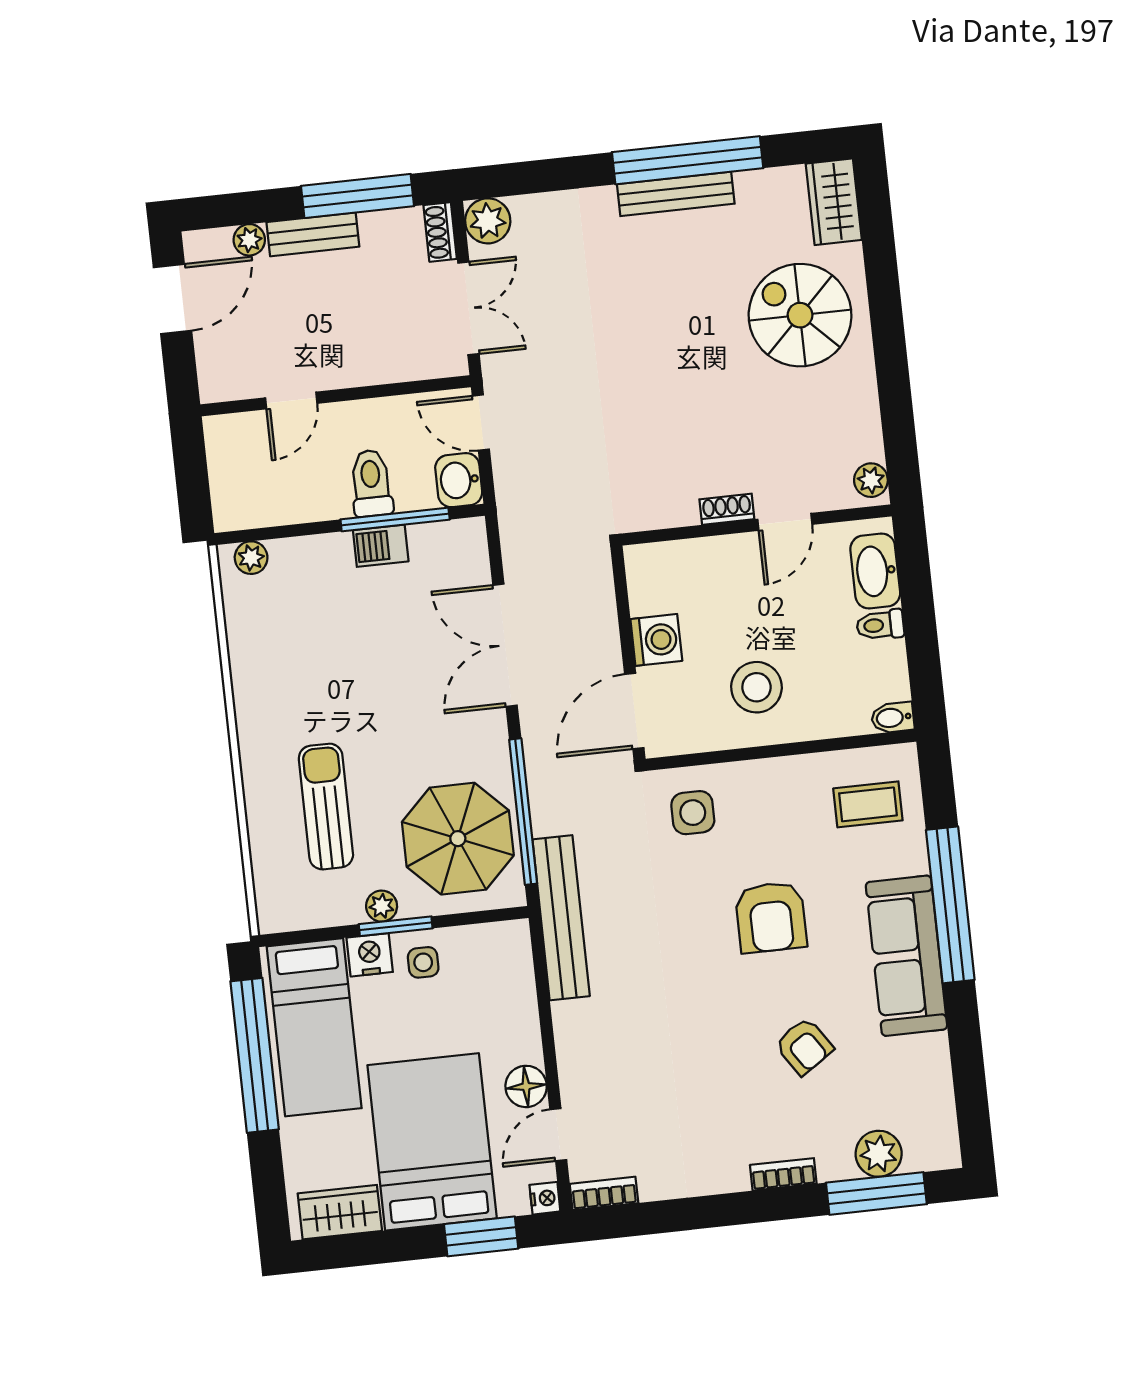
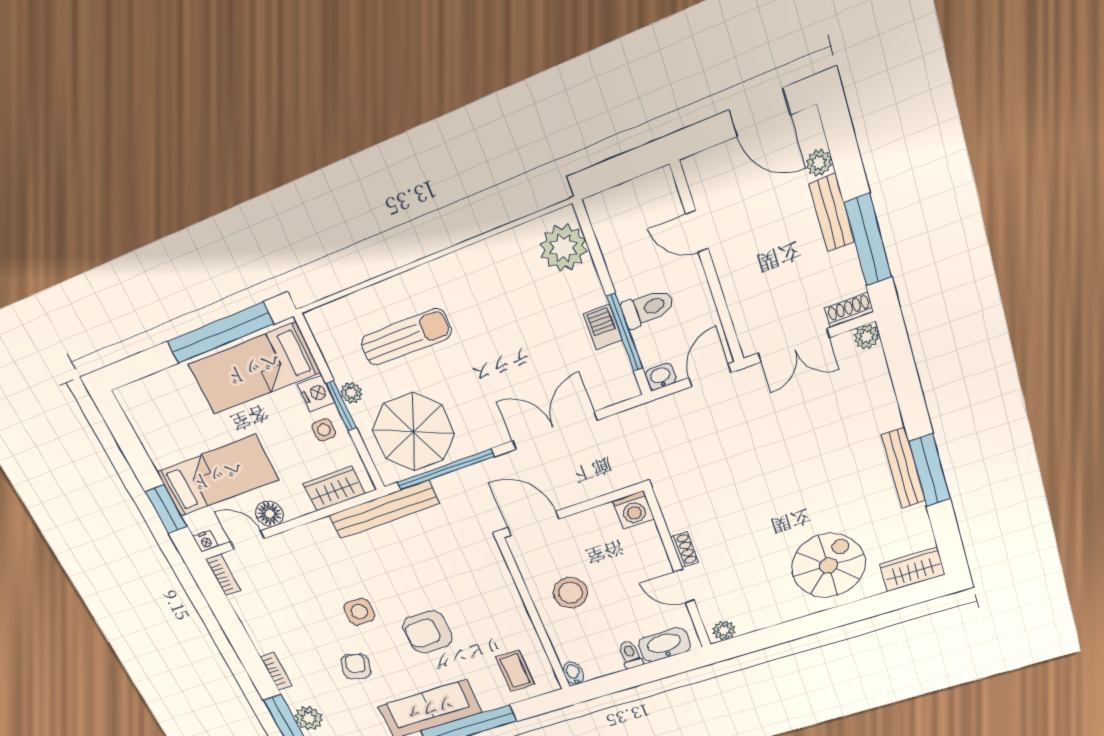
window: (688, 160) -> (930, 470), width x0.68
plant: (488, 221) -> (867, 337), width x0.73, depth x0.73
washbasin: (459, 480) -> (661, 377), width x0.72, depth x0.69
plant: (251, 558) -> (564, 248), width x1.88, depth x1.88
washing machine: (656, 640) -> (633, 510), moved
side table: (693, 813) -> (359, 612), moved
armchair: (804, 1046) -> (356, 666), turned 140
bed: (432, 1142) -> (218, 476), width x0.67
wardrobe: (340, 1212) -> (334, 489), moved, turned -90

